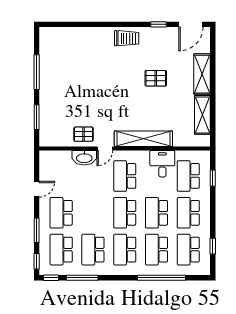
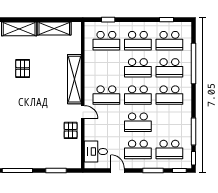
washbasin: (84, 158) -> (91, 130), removed
desk: (162, 164) -> (96, 152), moved
school desk: (93, 250) -> (138, 122), moved

